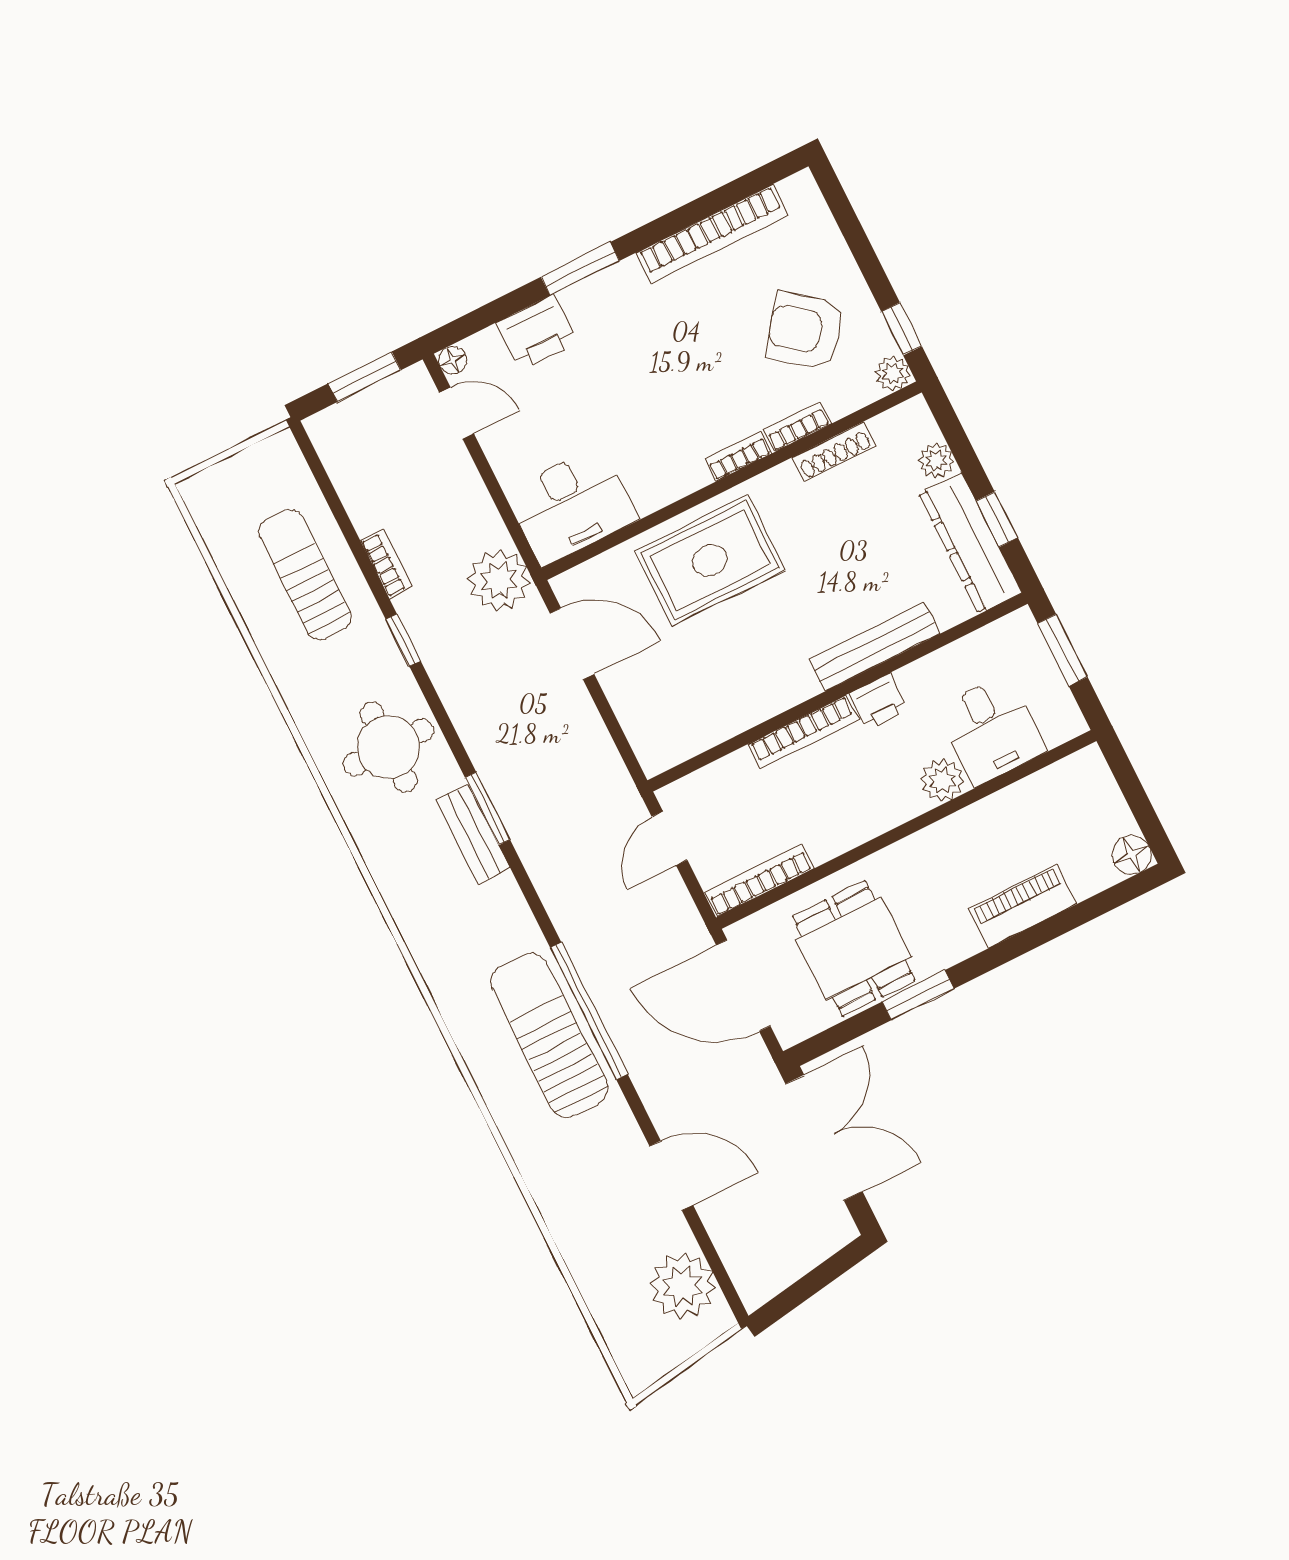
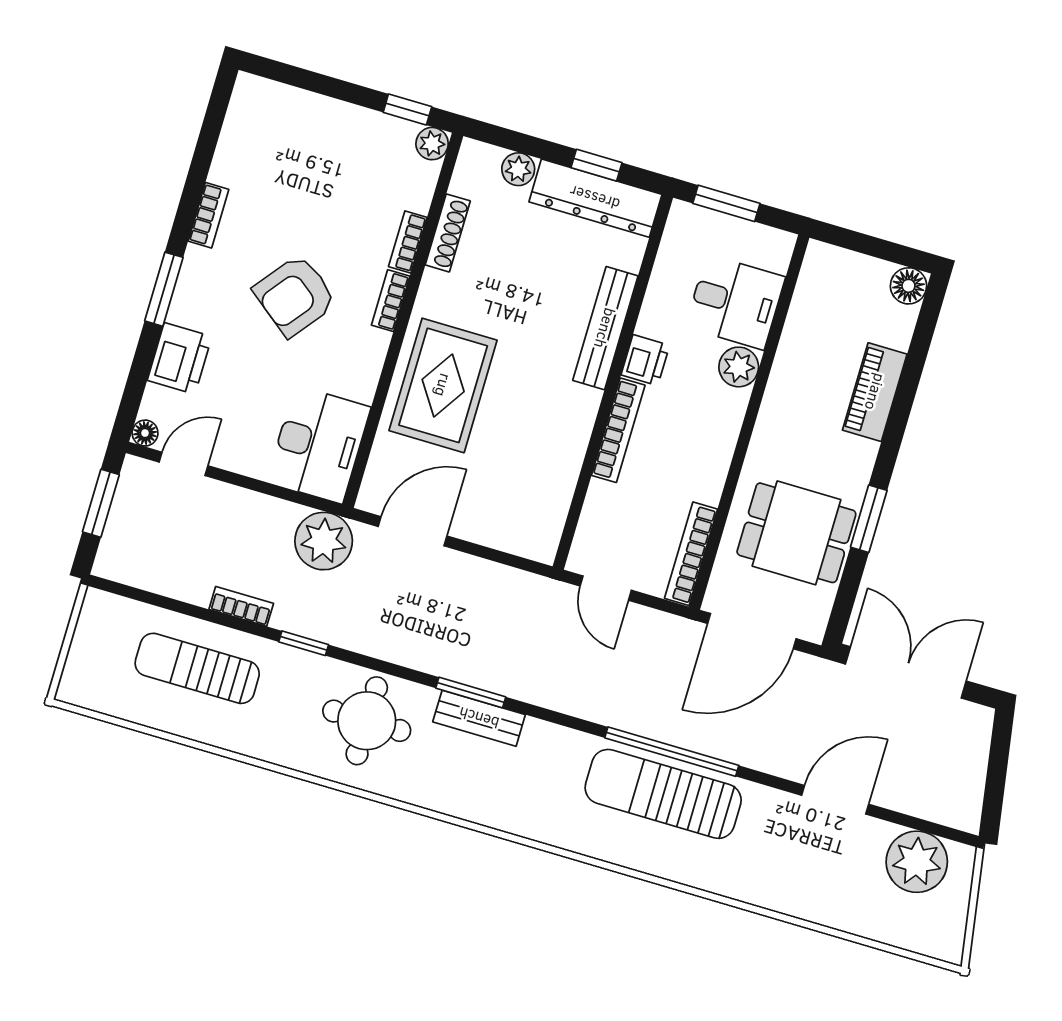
bookcase: (712, 234) -> (208, 215), width x0.43, depth x0.76
armchair: (805, 331) -> (295, 296), moved

